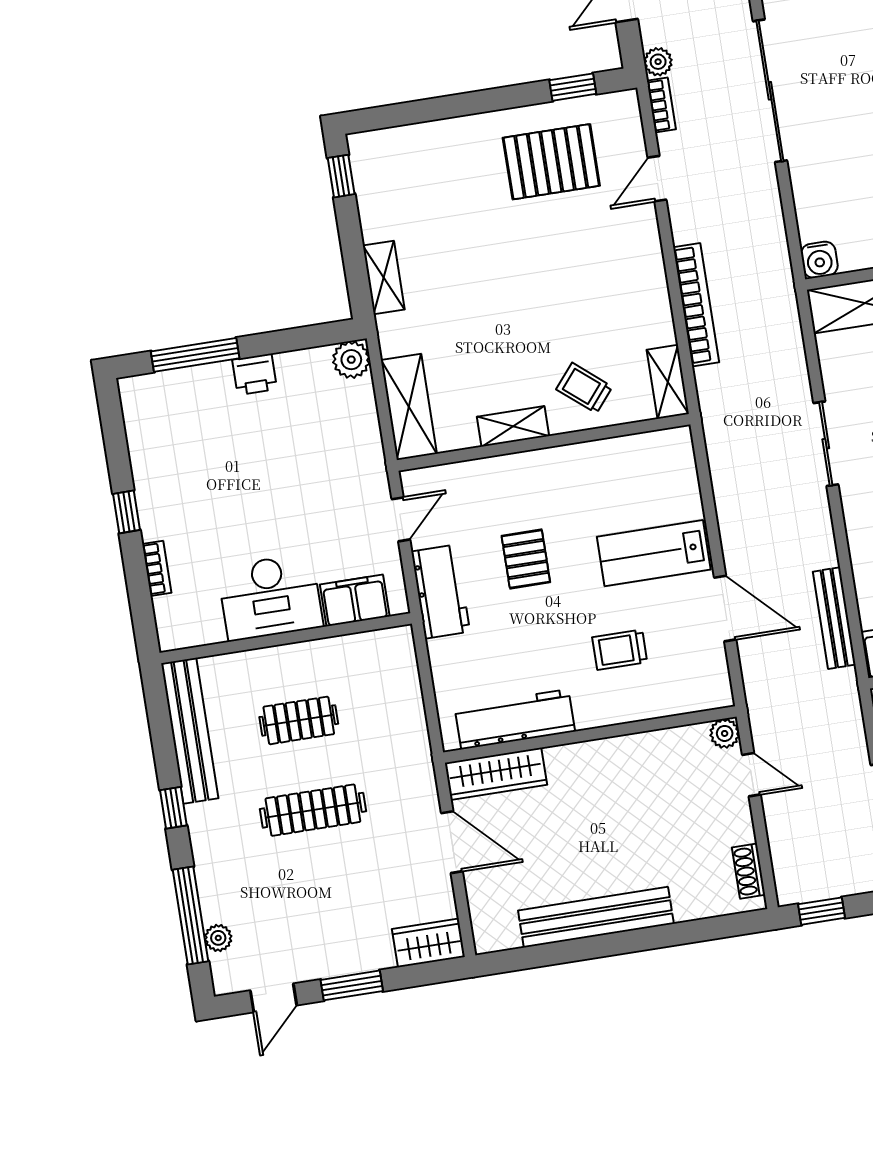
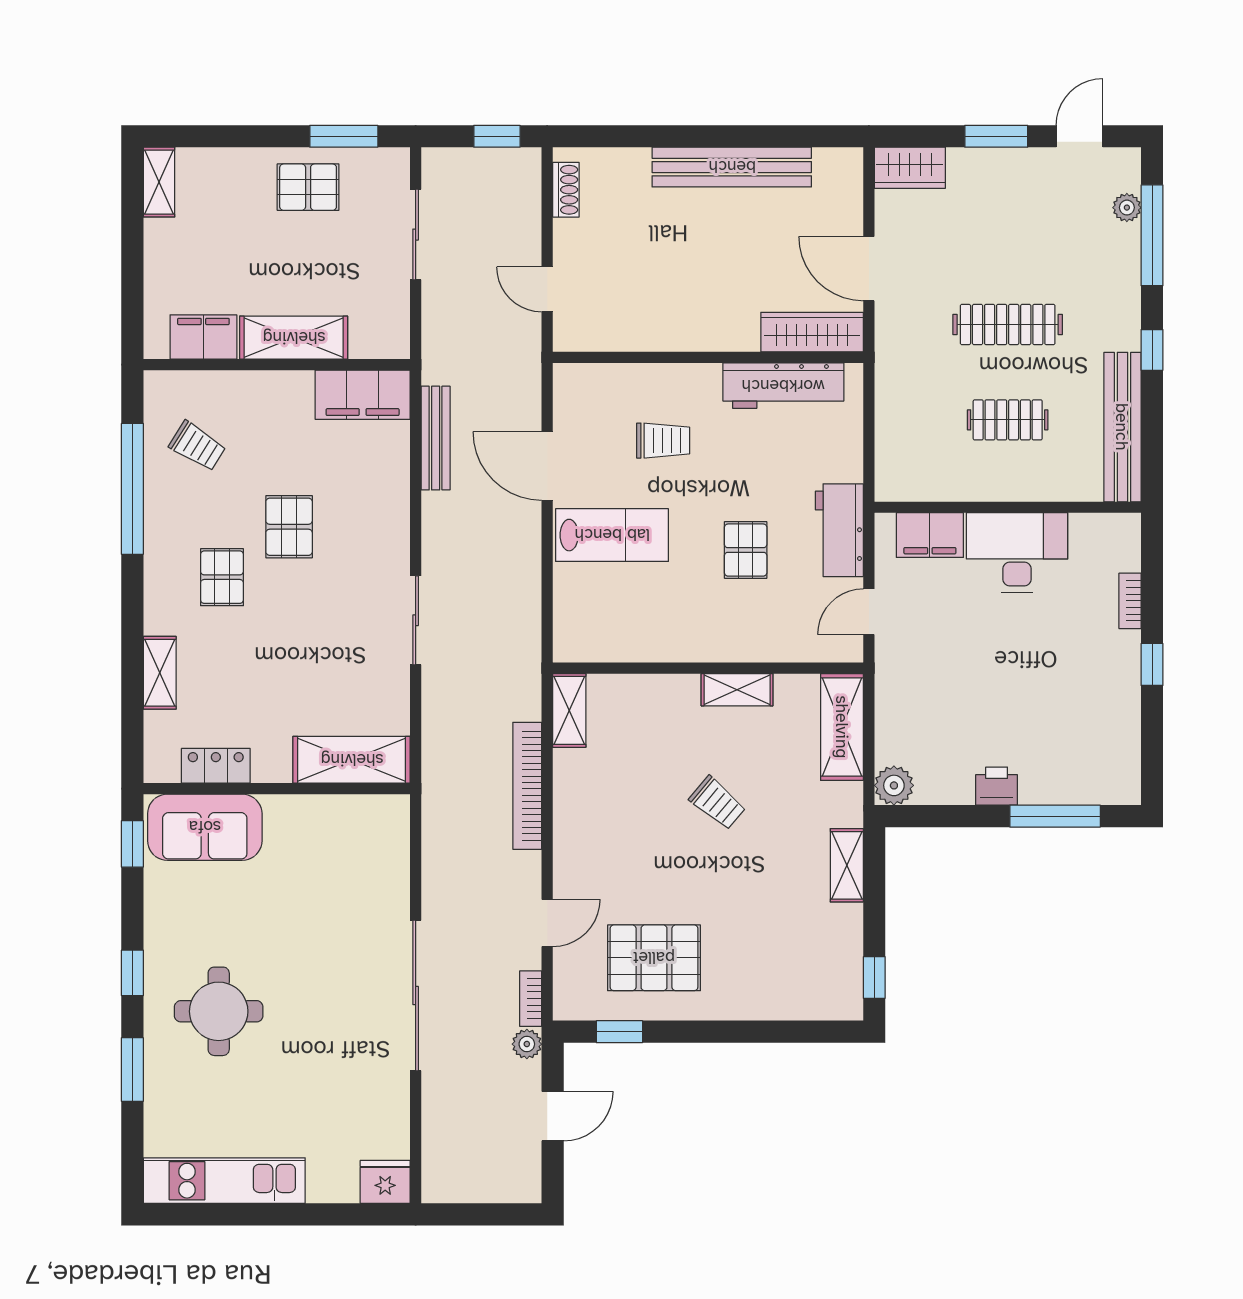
water cooler: (819, 260) -> (392, 812), removed
trolley: (584, 388) -> (718, 803), moved
plant: (725, 733) -> (568, 336), removed

